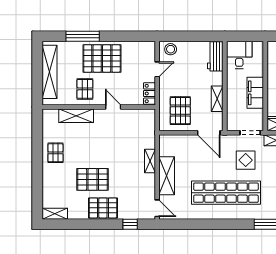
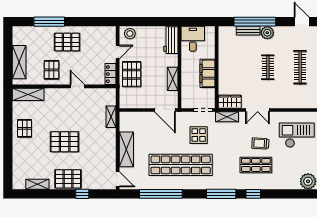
pallet: (102, 58) -> (67, 42), width x0.73, depth x0.71
shelving: (50, 72) -> (19, 62), width x0.68
pallet: (180, 111) -> (132, 74), moved
shelving: (76, 116) -> (28, 94), moved
shelving: (150, 161) -> (111, 117), moved
pallet: (93, 179) -> (65, 142), moved
shelving: (55, 214) -> (37, 184), moved
window: (130, 224) -> (82, 194), moved
window: (204, 224) -> (161, 194), added

